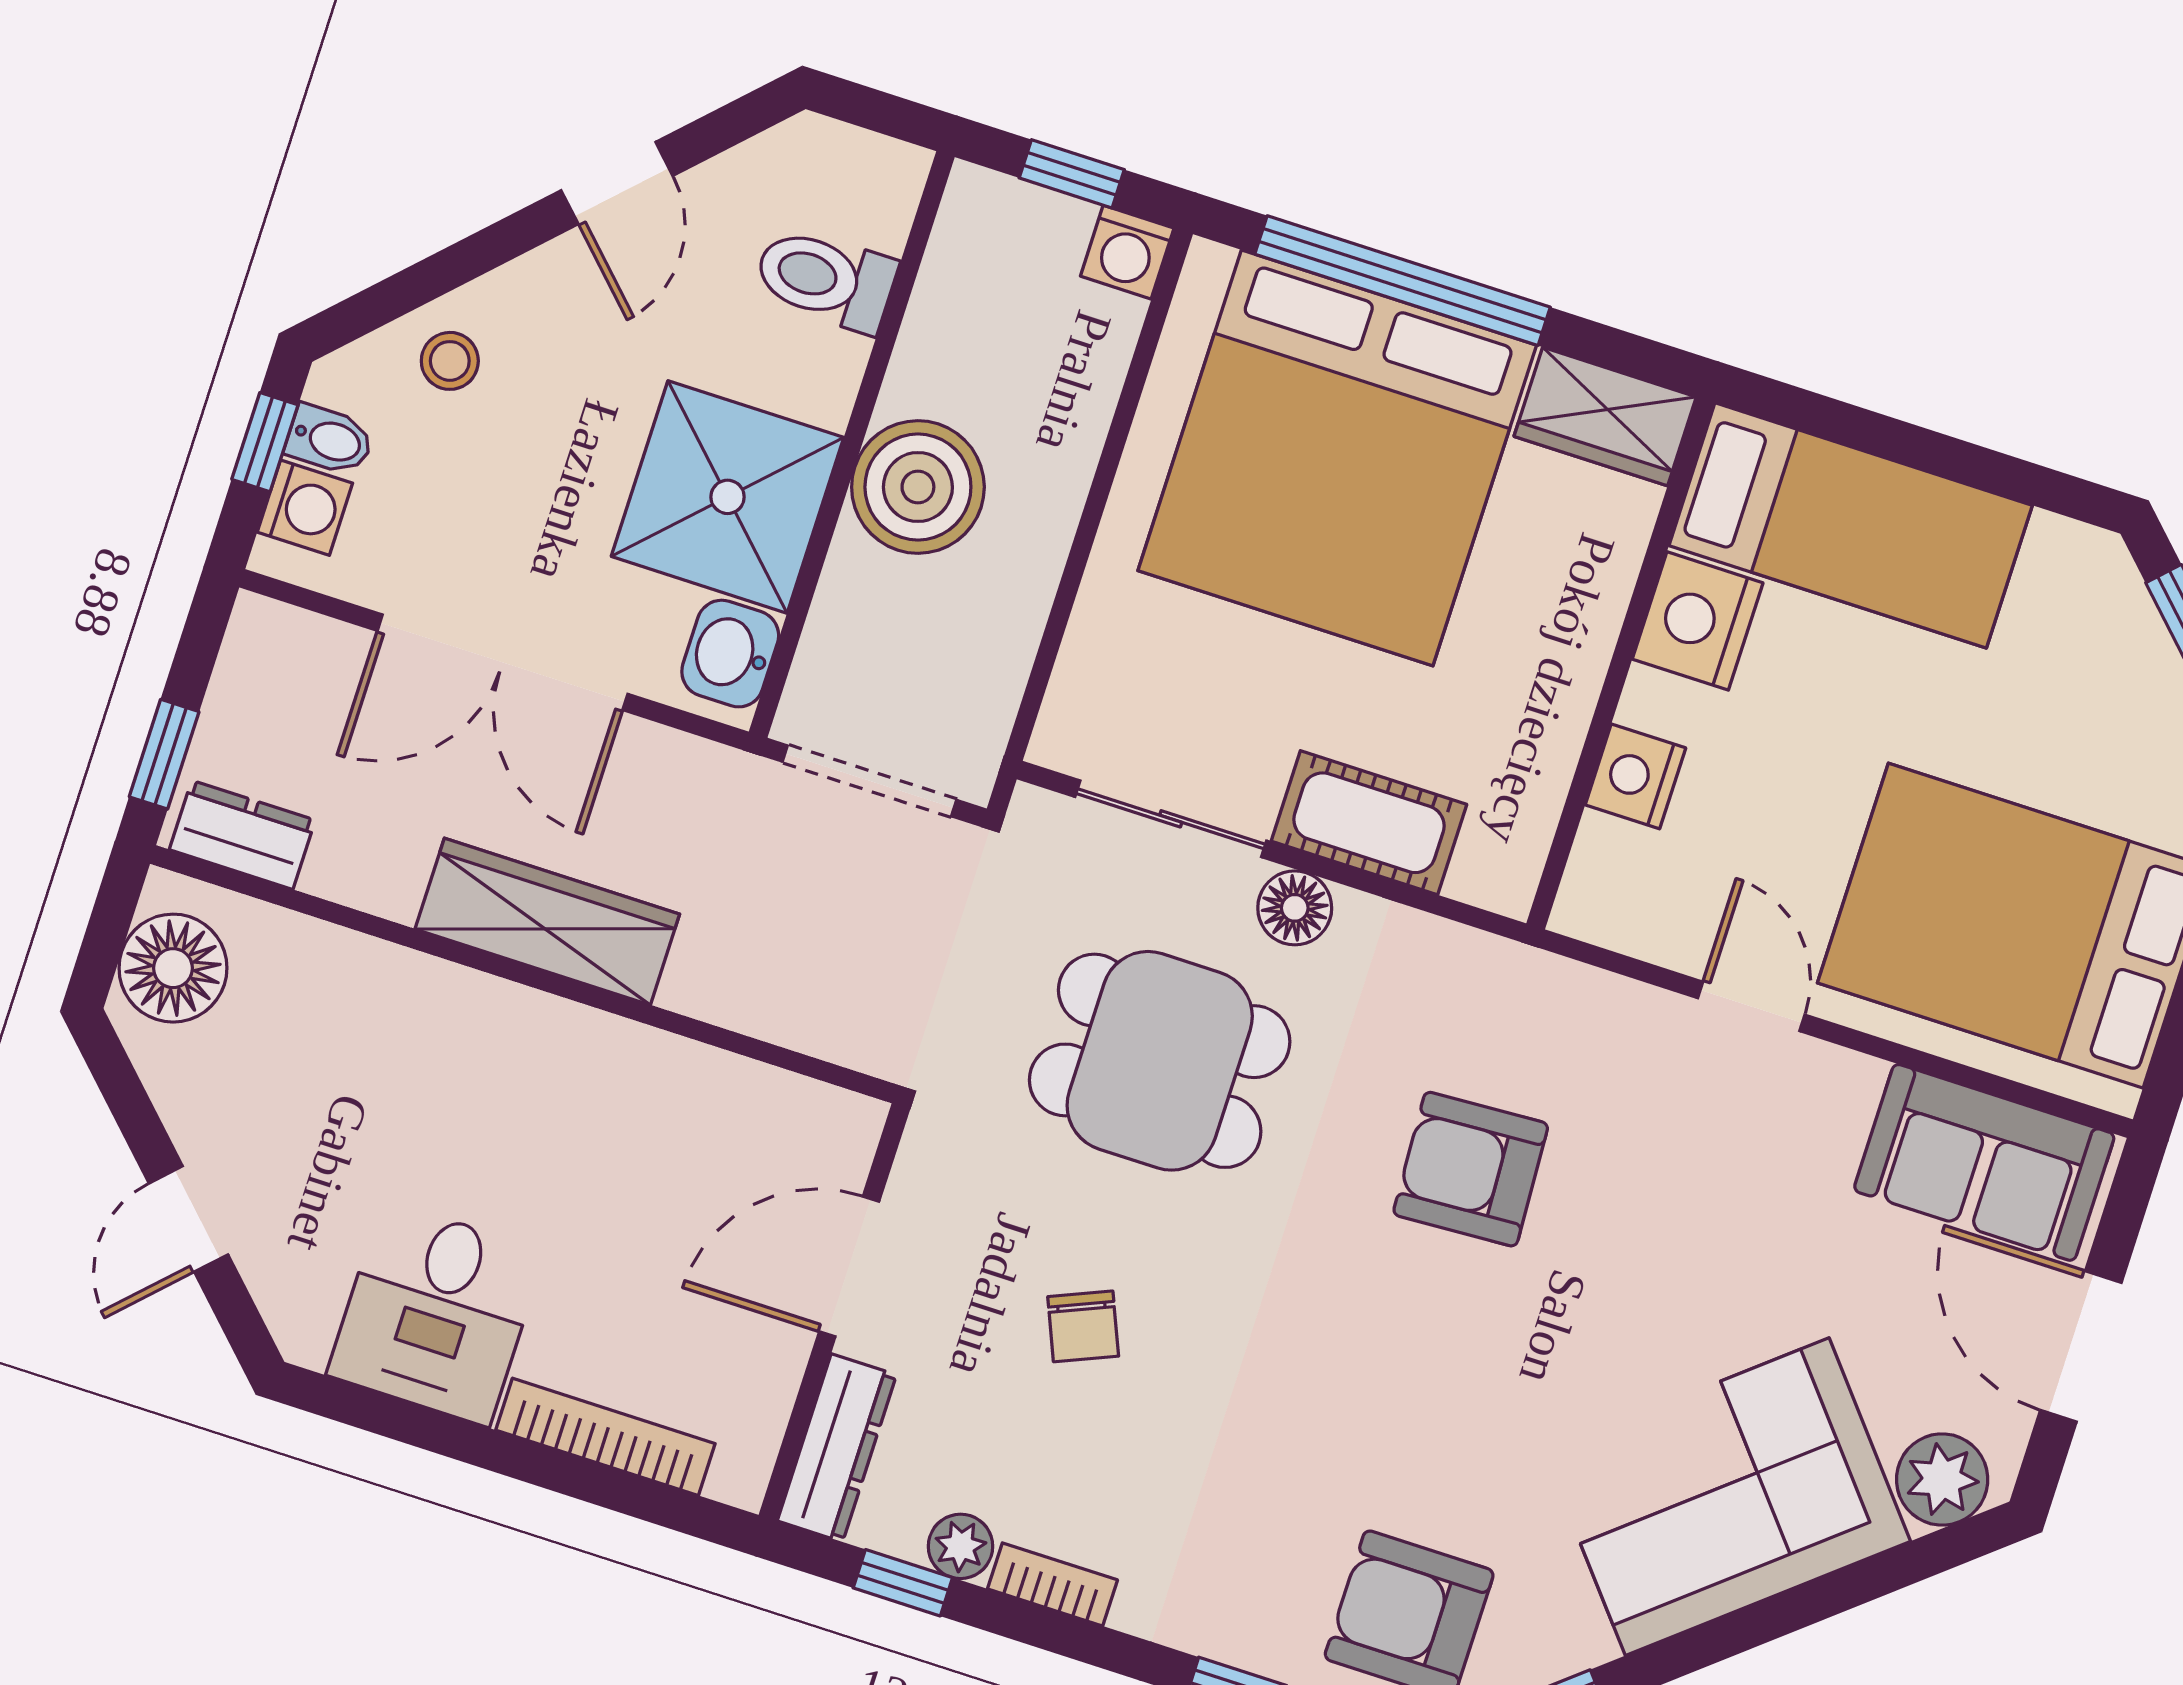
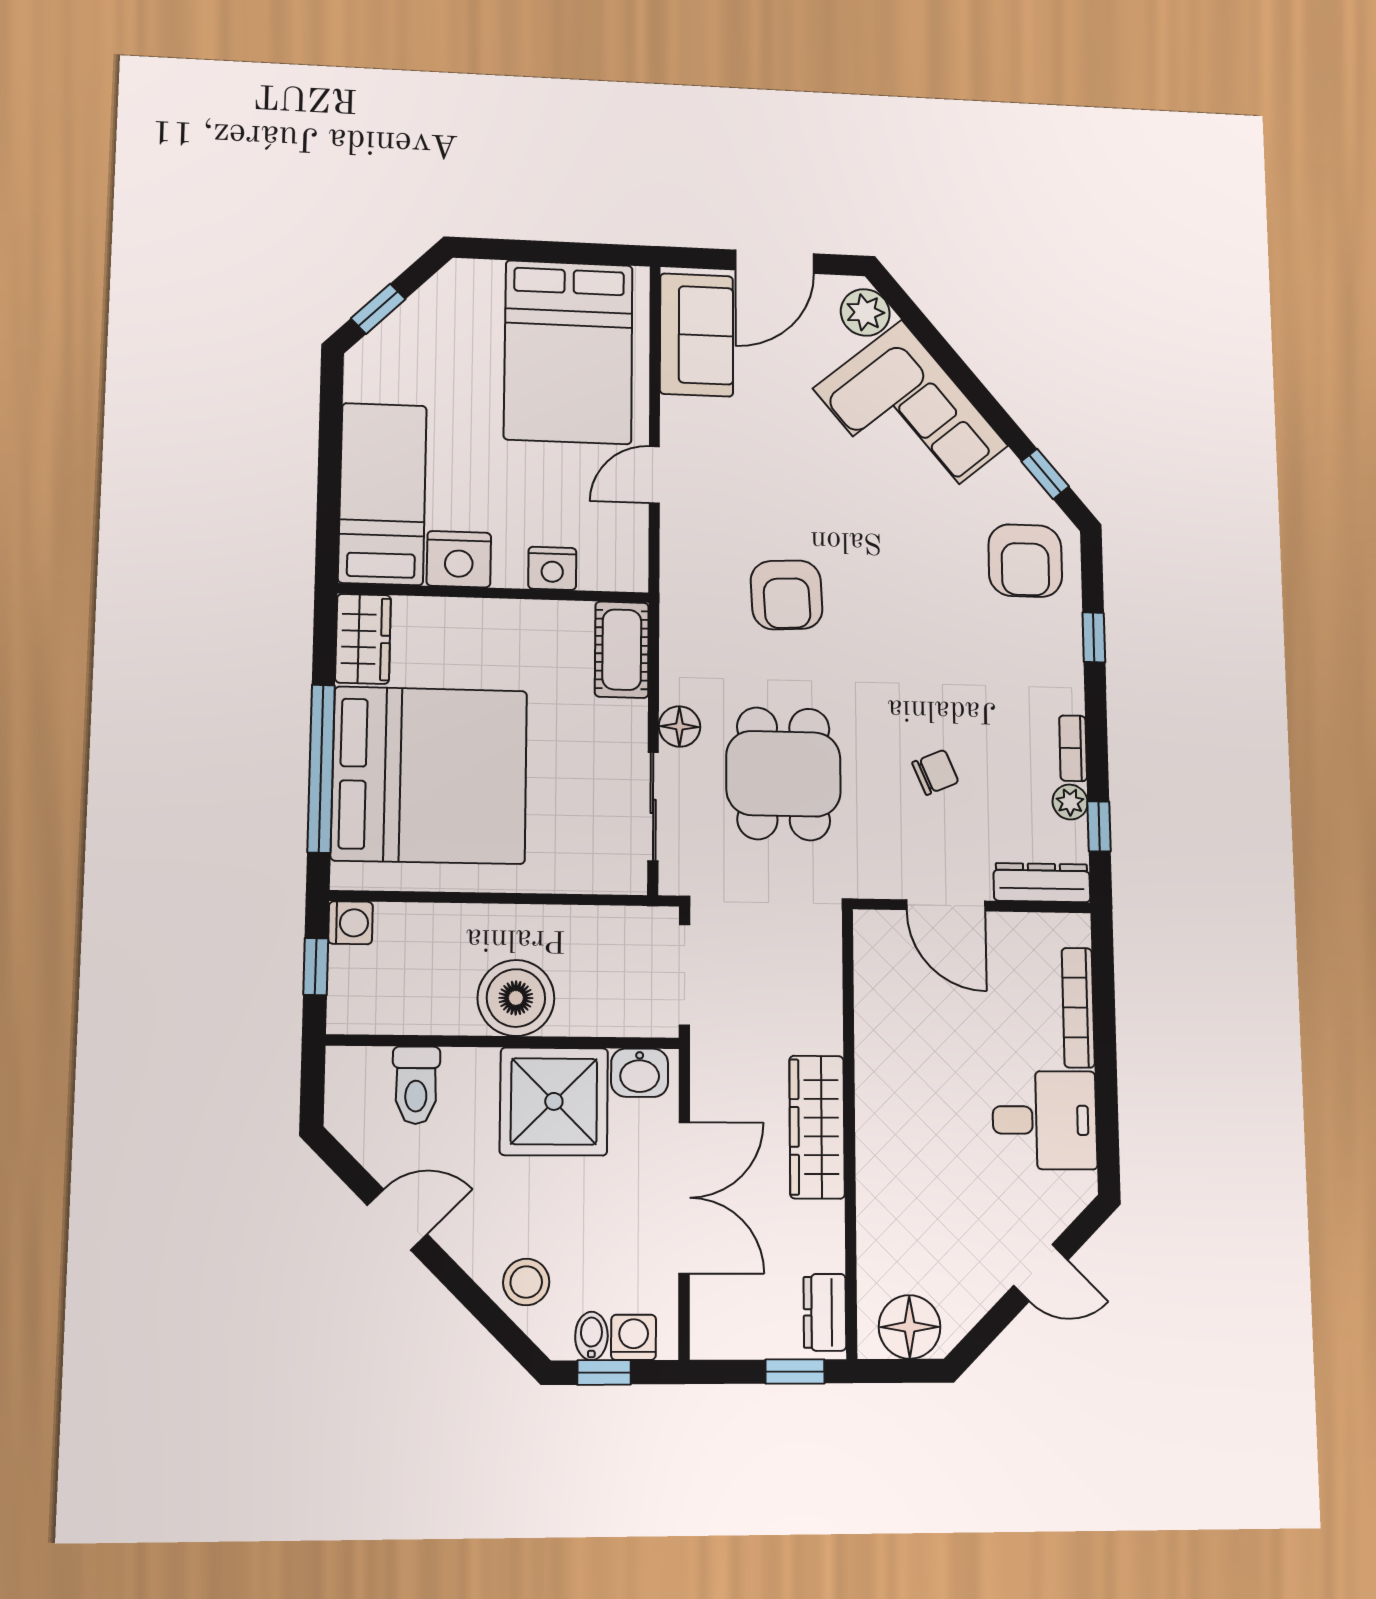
stool: (450, 361) -> (526, 1282), width x1.37, depth x1.37
cot: (1369, 823) -> (622, 650), moved

